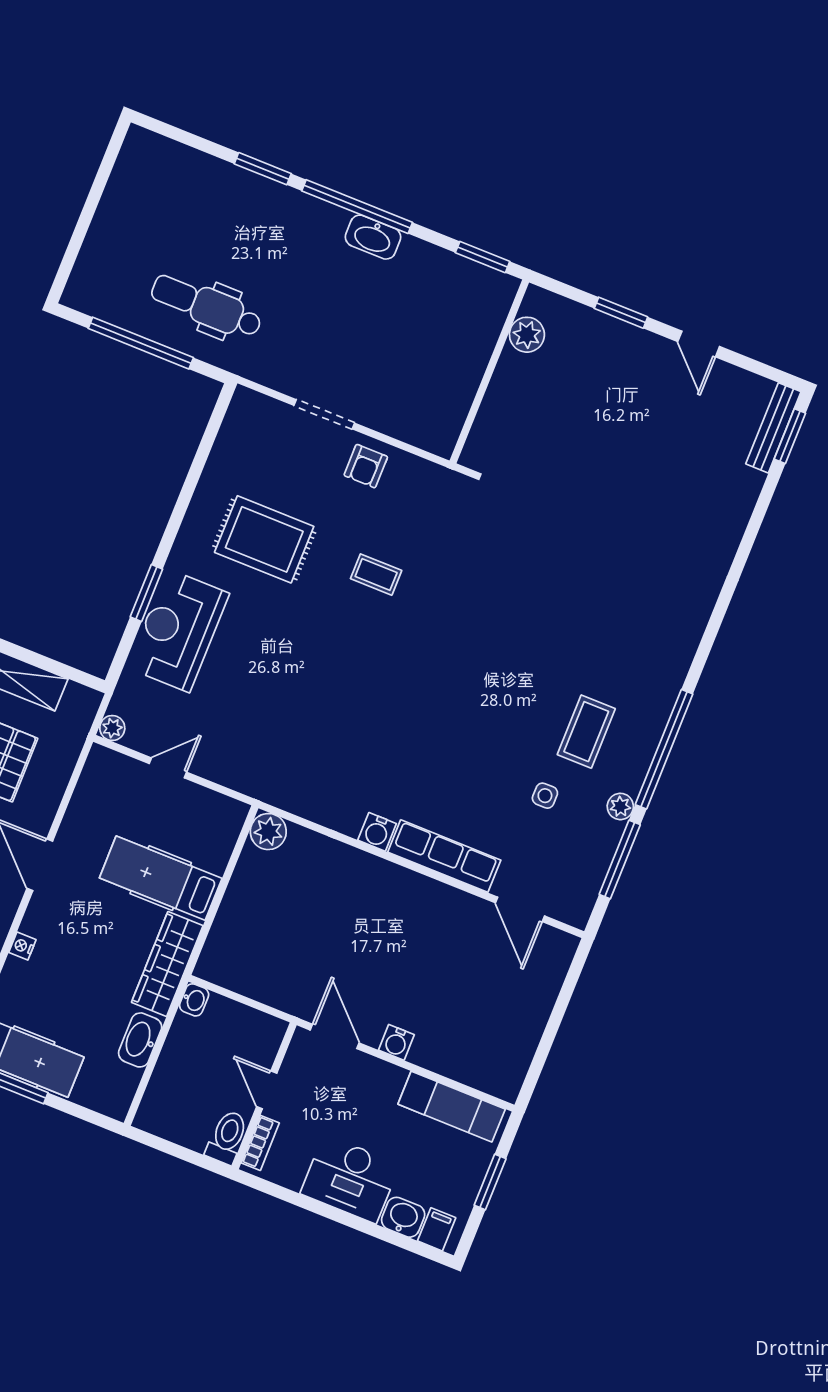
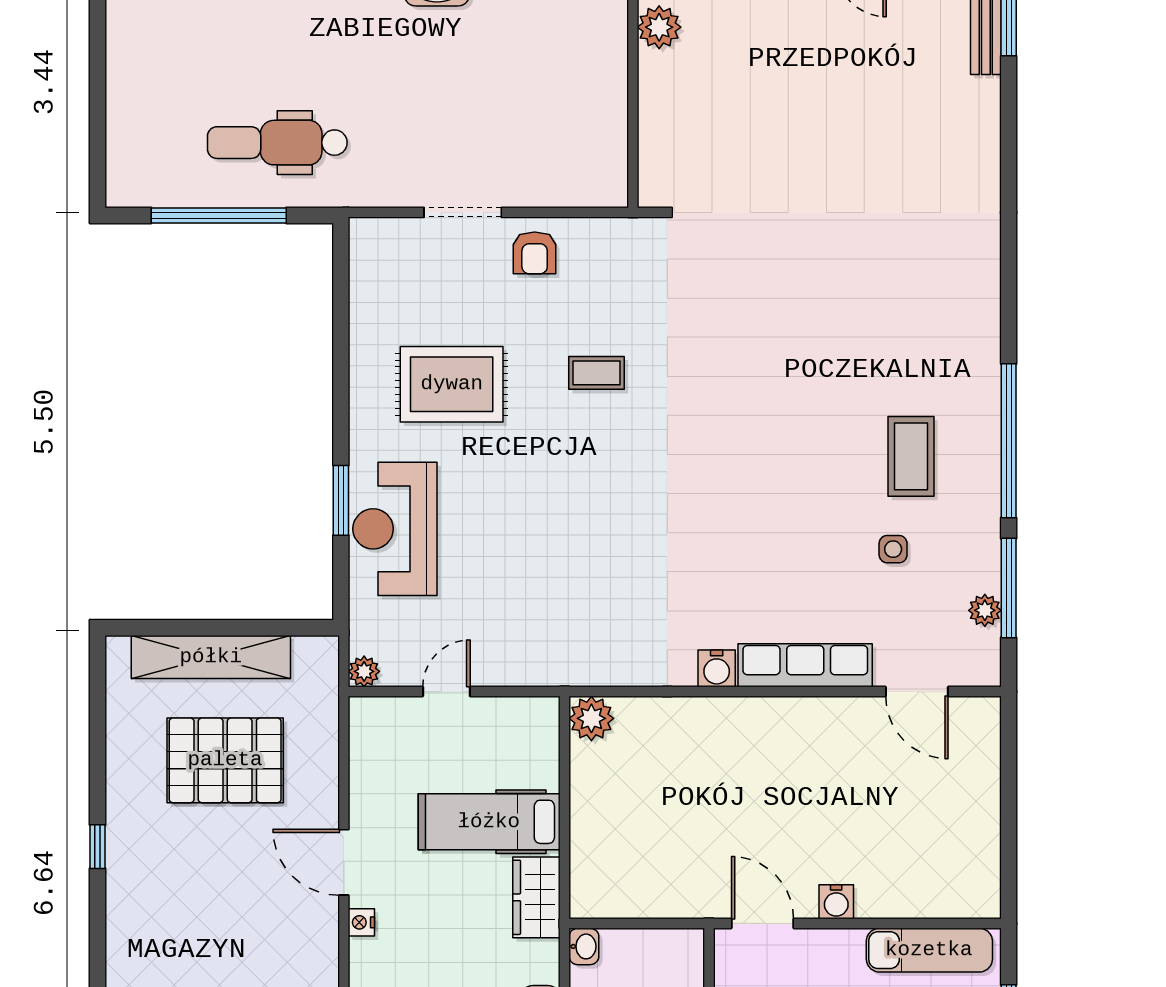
plant: (620, 806) -> (985, 610), moved
nightstand: (22, 946) -> (361, 922), moved
wardrobe: (167, 964) -> (536, 897), width x0.67

